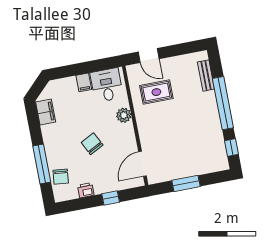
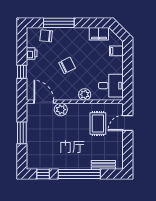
filing cabinet: (84, 82) -> (116, 51), moved
plant: (148, 141) -> (61, 110), added

